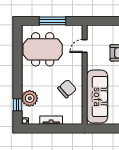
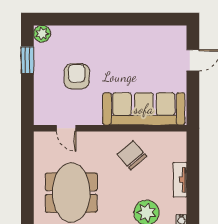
window: (52, 21) -> (27, 178), removed

